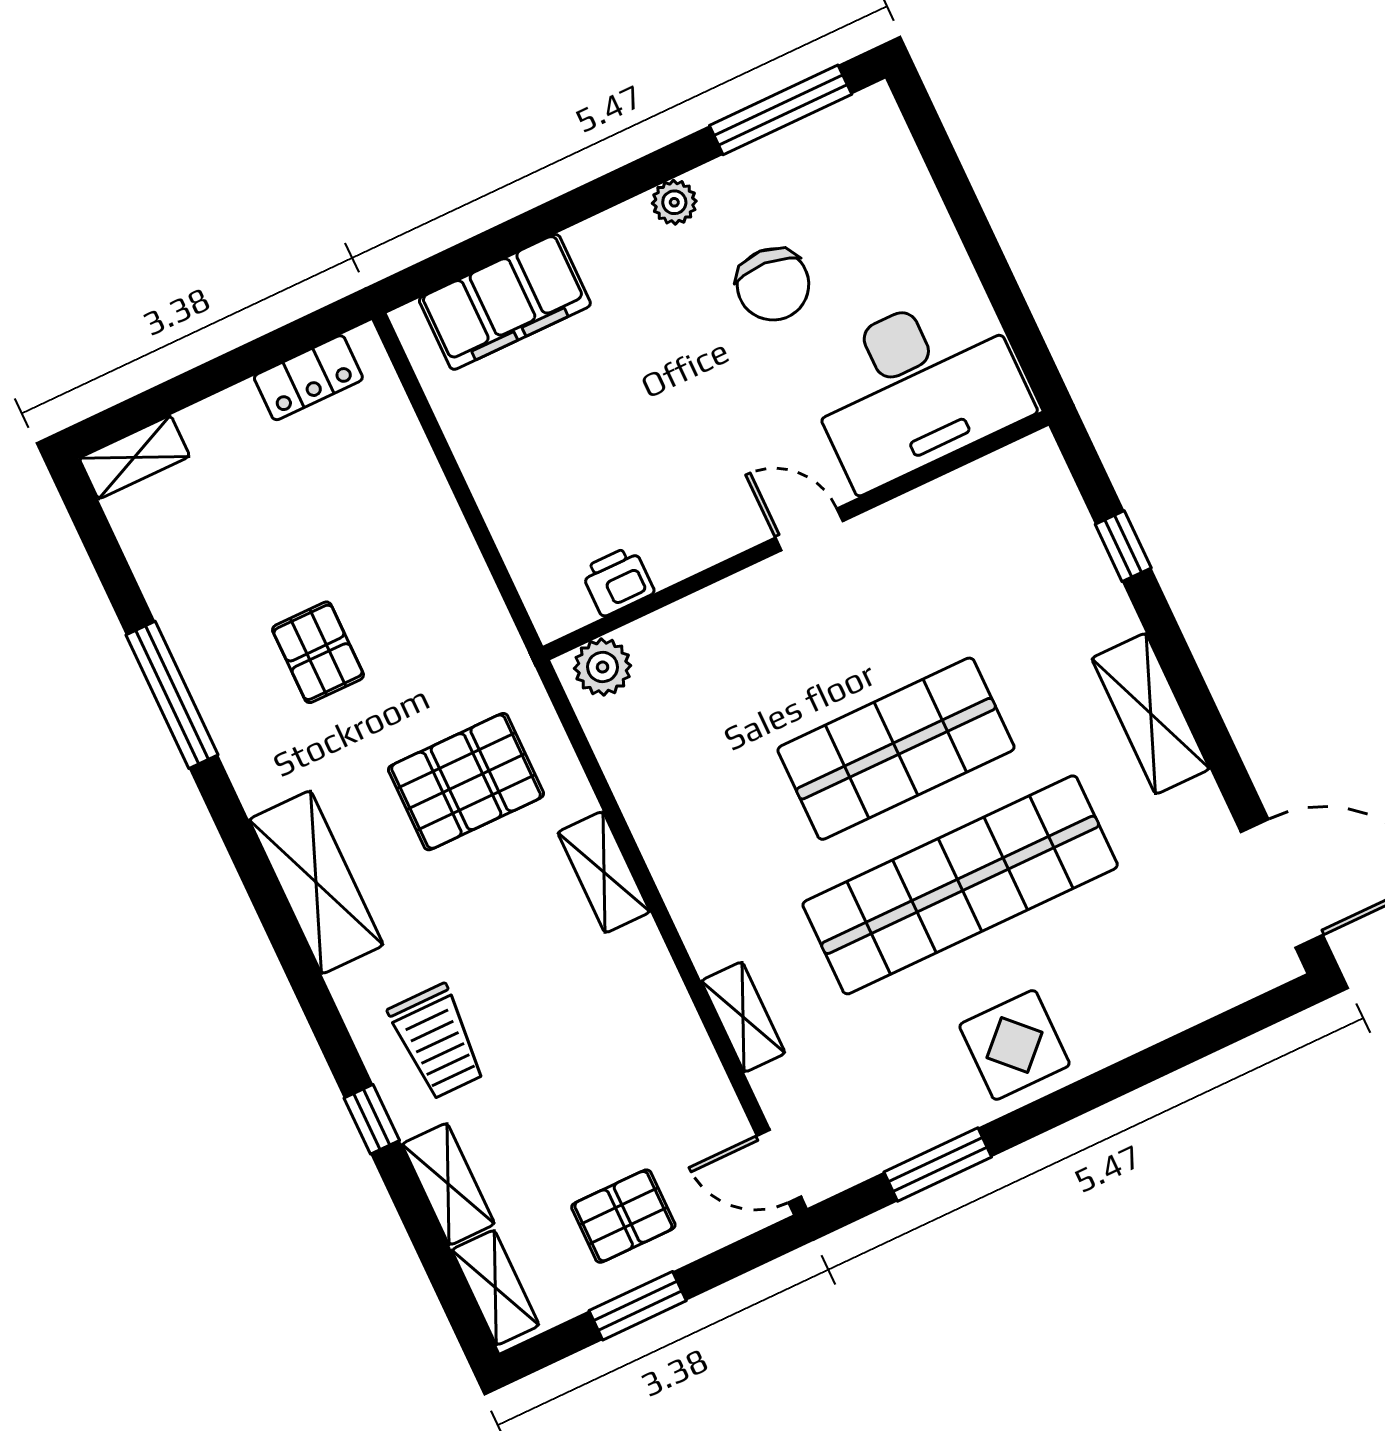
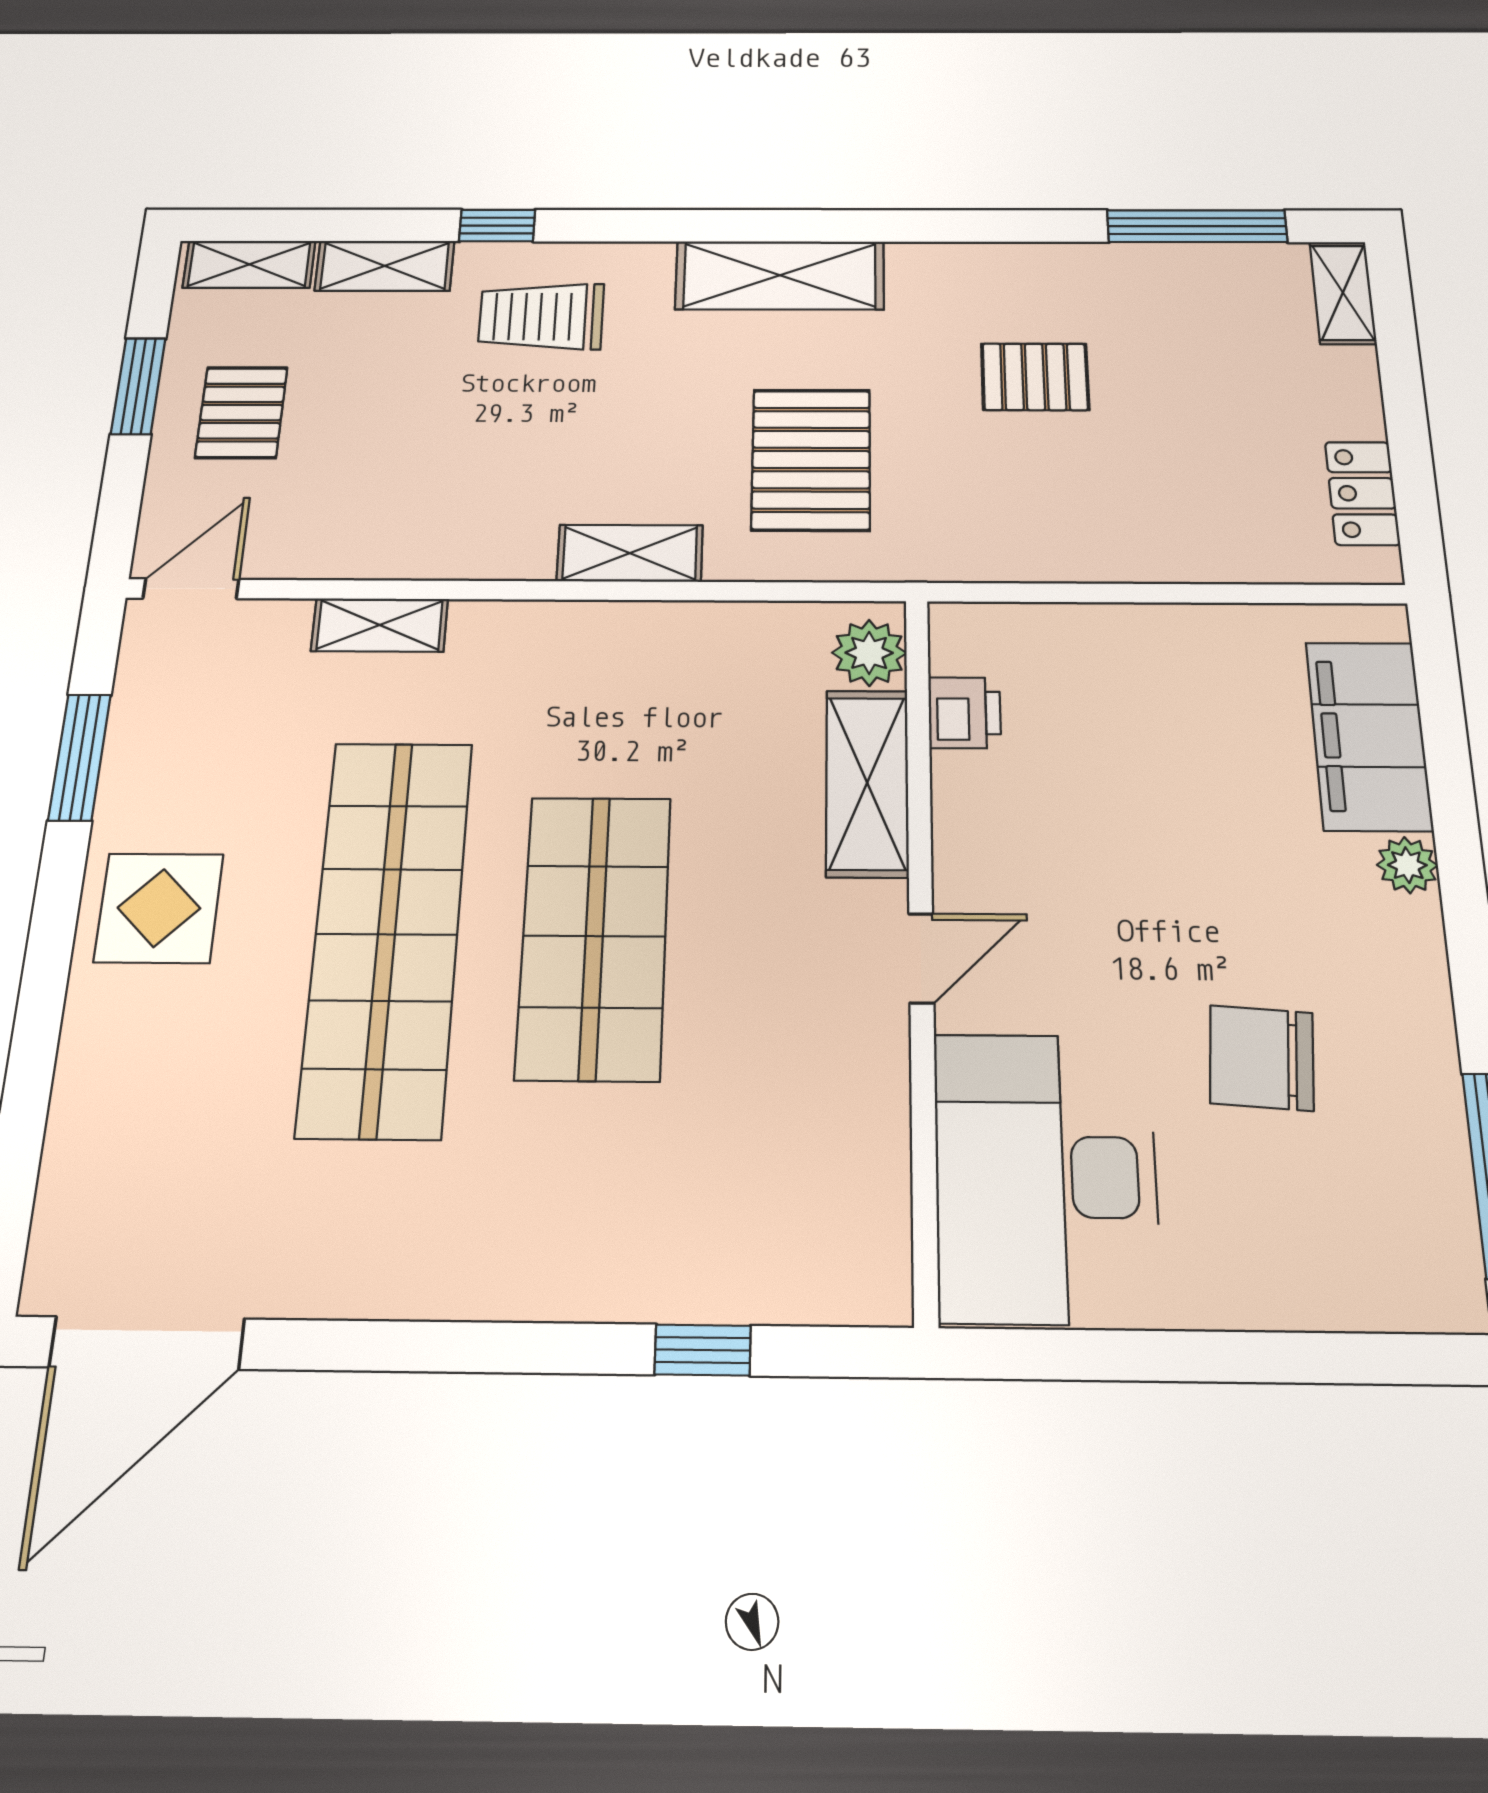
plant: (674, 202) -> (1407, 865), moved
window: (172, 695) -> (1197, 226), moved
shelving: (1151, 714) -> (867, 783), moved, turned 90

